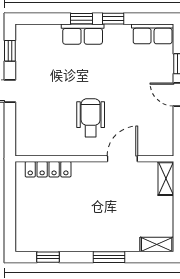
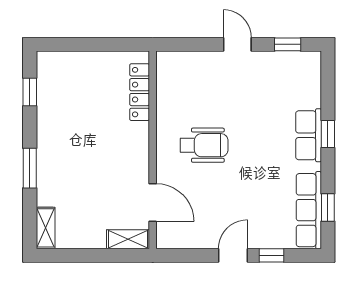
window: (113, 19) -> (328, 208), moved
row of seats: (153, 34) -> (309, 210), width x1.48
door: (122, 159) -> (153, 202), moved

